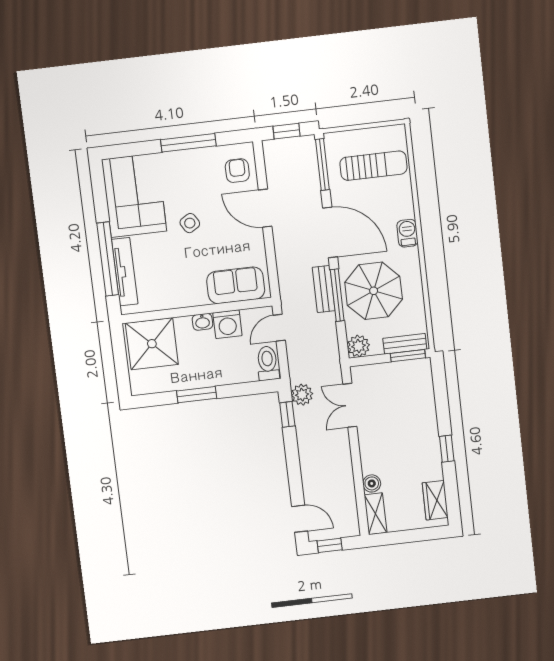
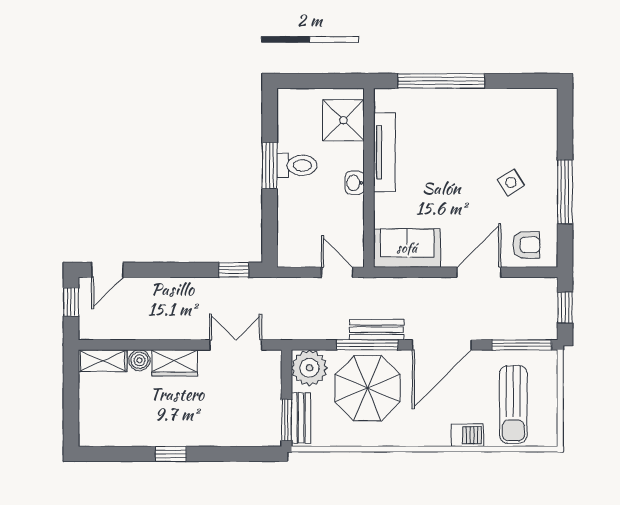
corner sofa: (134, 195) -> (512, 121), removed
side table: (190, 223) -> (511, 183), moved
barbecue: (407, 233) -> (467, 435), moved
tv unit: (125, 272) -> (384, 152), moved, turned -90
sofa: (236, 285) -> (407, 248), moved, turned -90
washing machine: (227, 324) -> (348, 212), removed
shower: (152, 344) -> (343, 120), width x0.73, depth x0.73
plant: (358, 346) -> (309, 368), width x1.36, depth x1.36
toilet: (268, 363) -> (297, 165), moved
plant: (302, 395) -> (255, 290), removed
wardrobe: (435, 500) -> (175, 363), moved, turned 180

